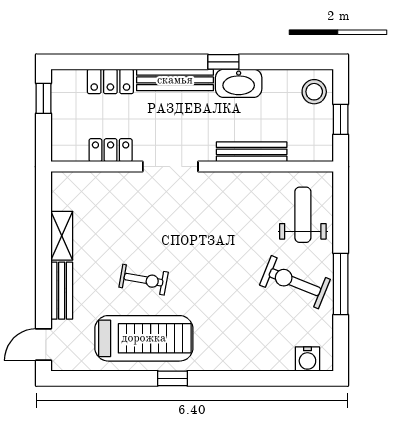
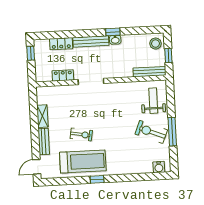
washbasin: (239, 83) -> (115, 40), width x0.52, depth x0.69
bench: (252, 152) -> (150, 72), moved

